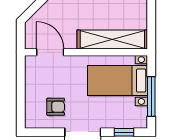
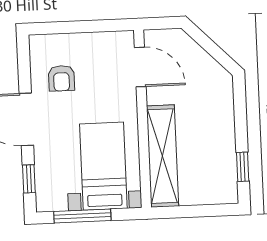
door: (50, 52) -> (140, 67), hinge flipped

